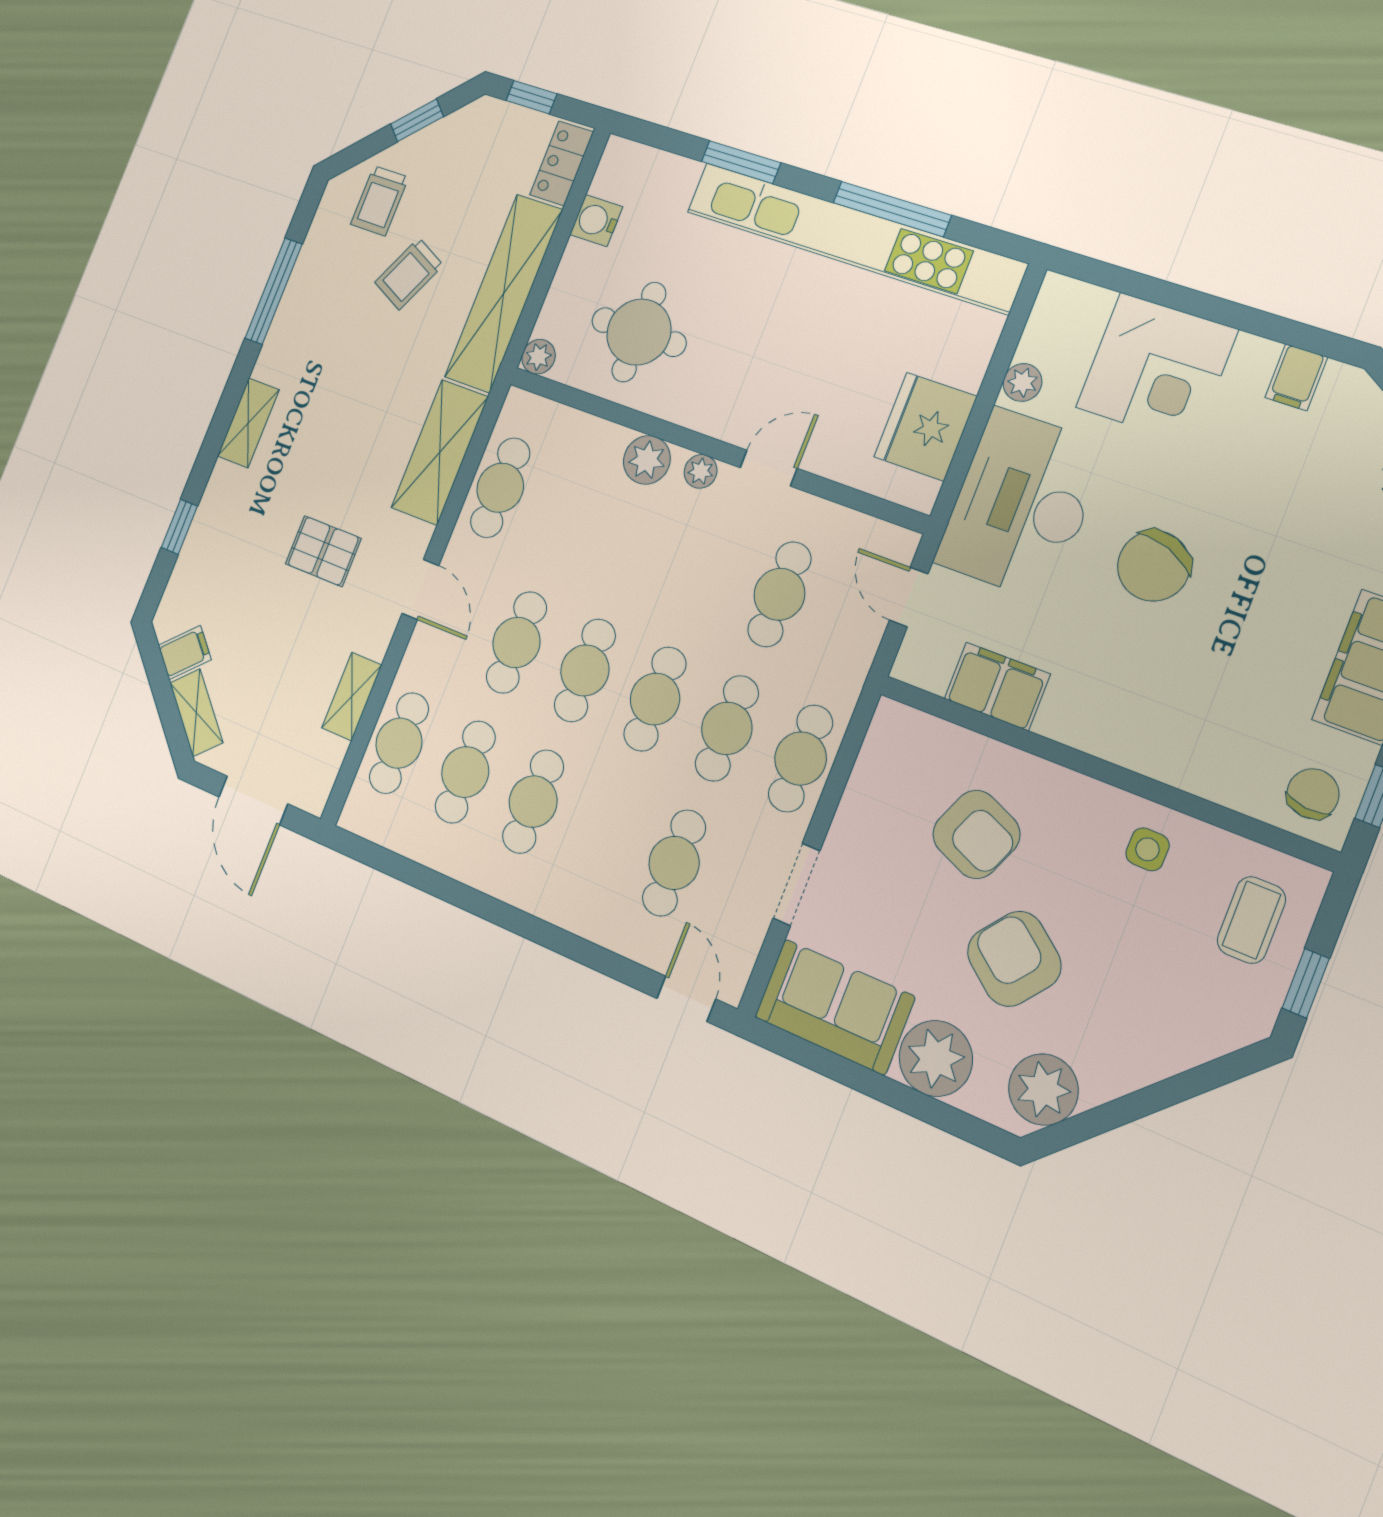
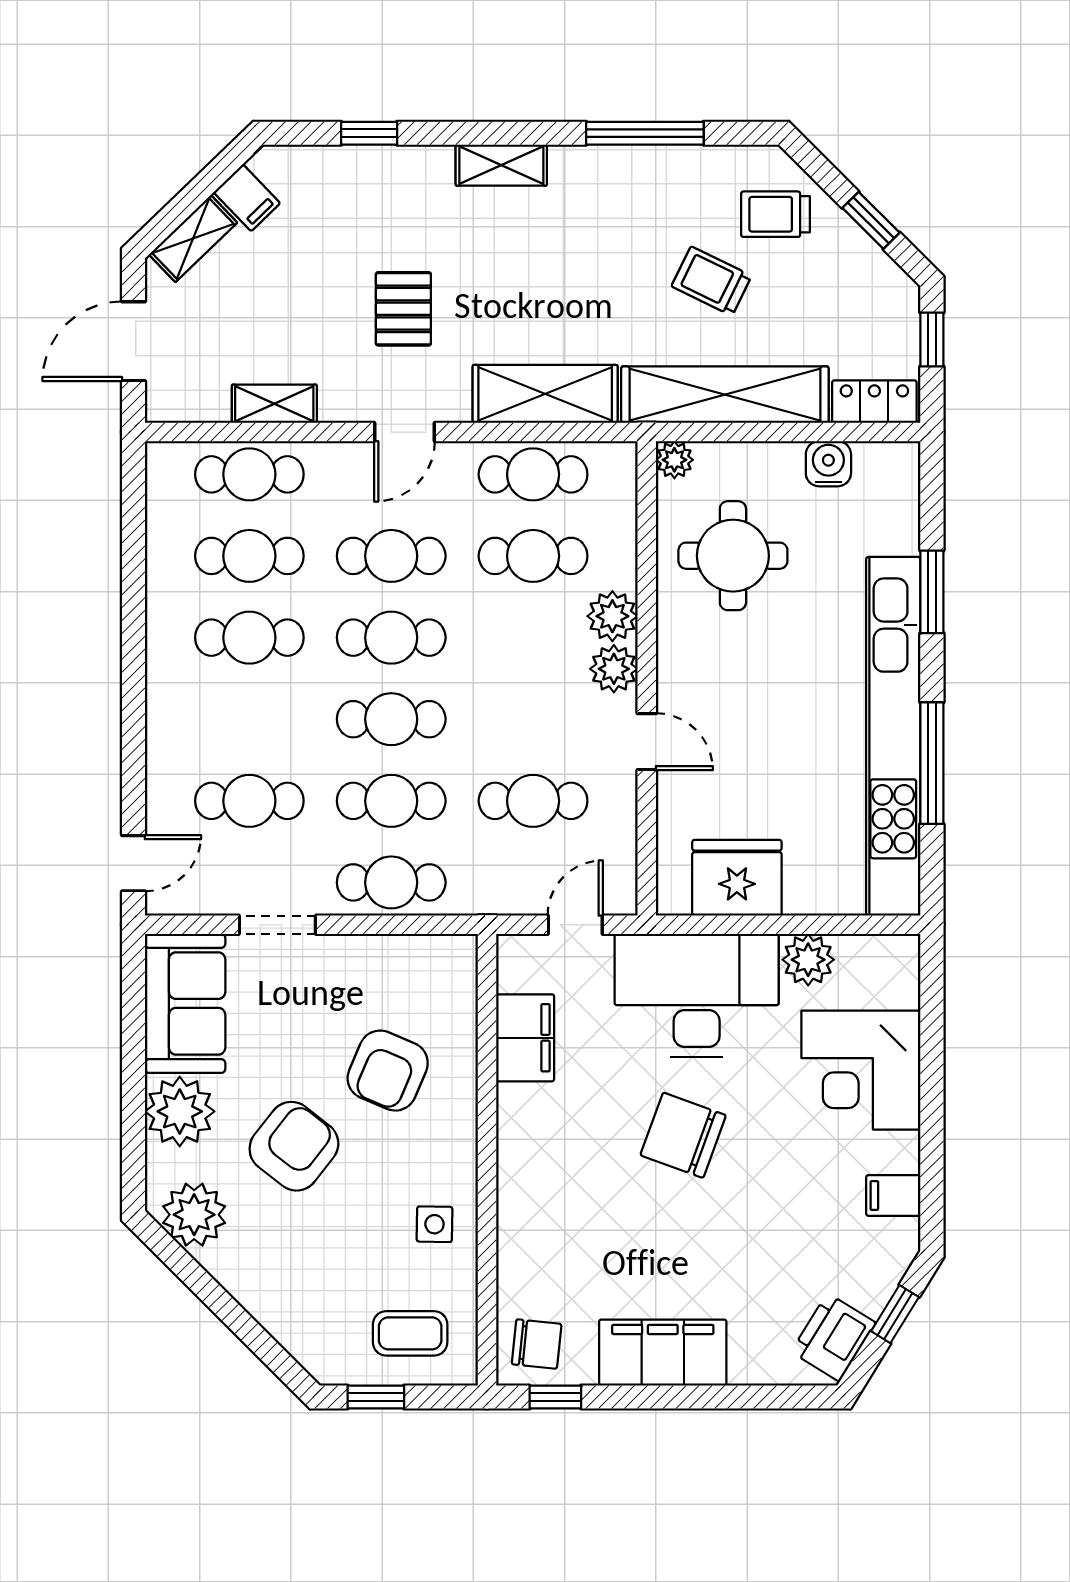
plant: (1023, 382) -> (808, 960), width x1.38, depth x1.38
plant: (701, 471) -> (614, 669), width x1.38, depth x1.38
cafe table: (567, 513) -> (533, 556), added

